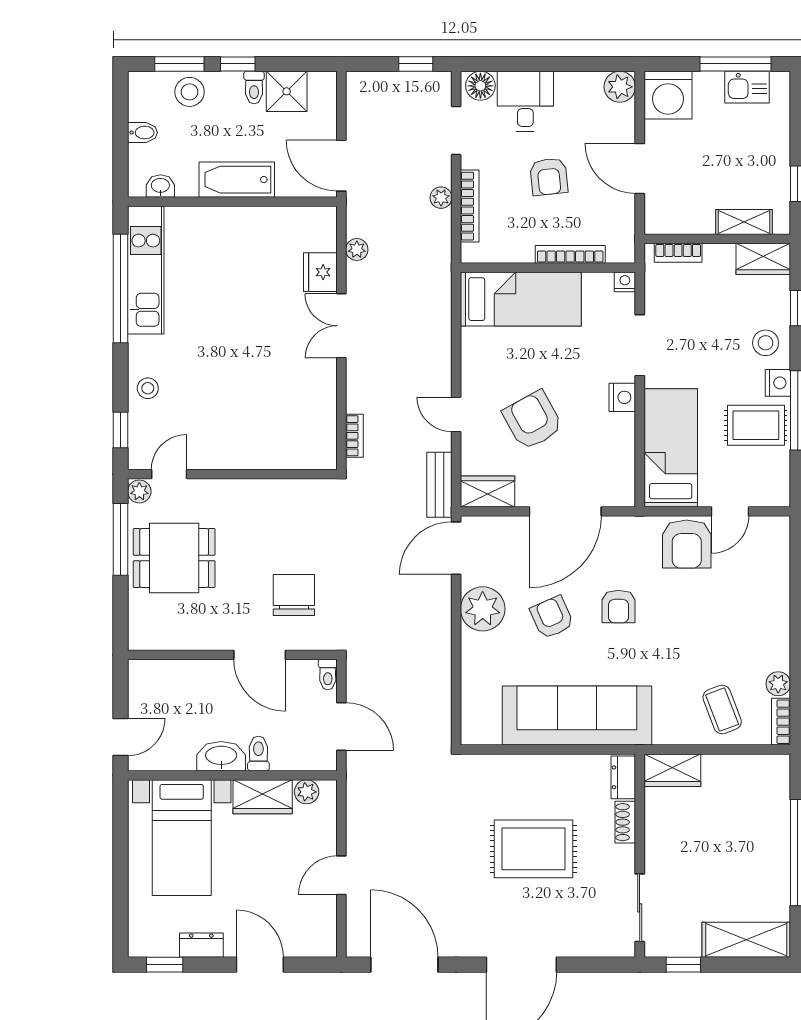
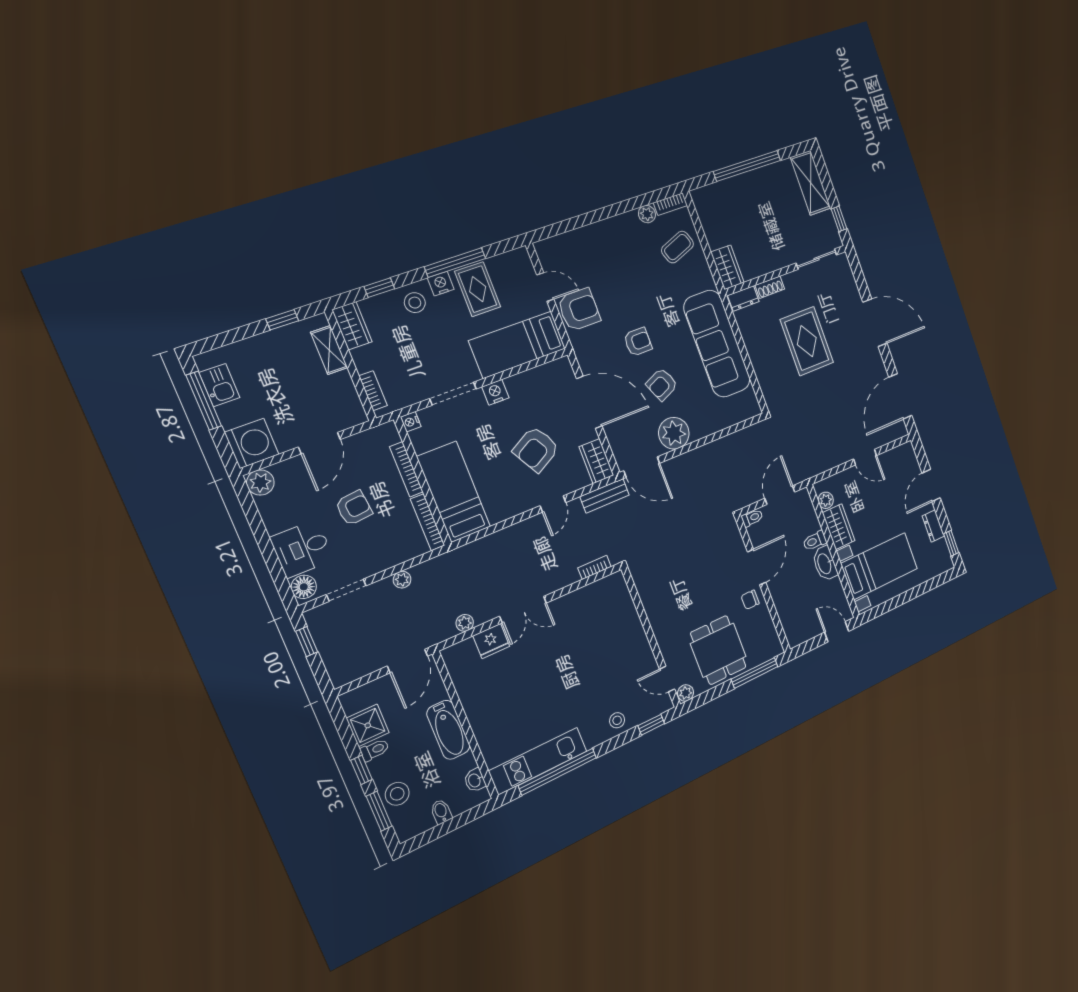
bookcase: (470, 206) -> (428, 522), moved, turned -90
window: (121, 539) -> (755, 673), moved
chair: (294, 595) -> (750, 600), moved, width x0.54, depth x0.54

